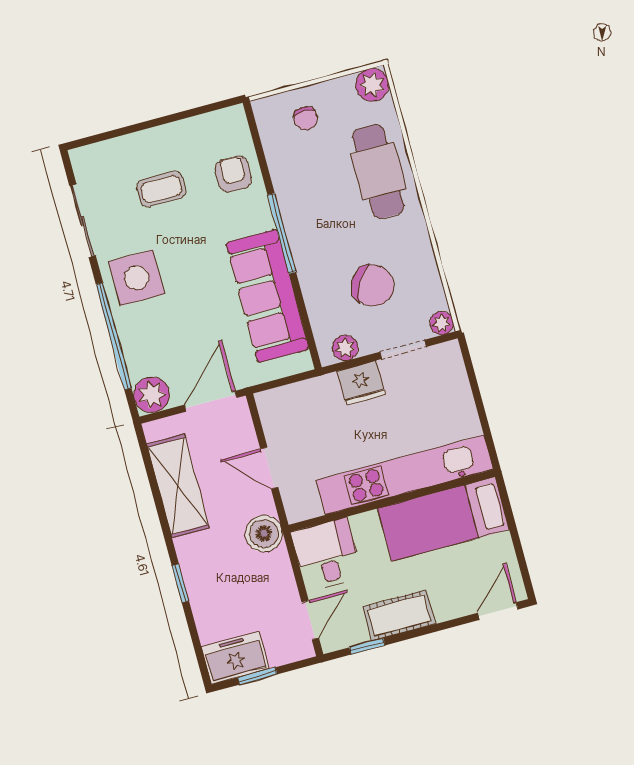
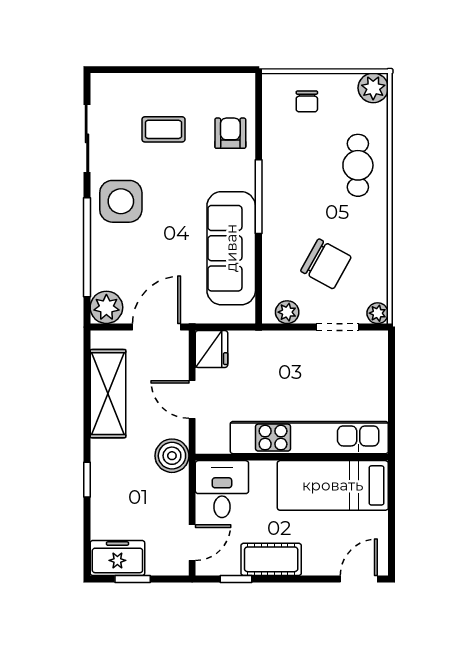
cafe table: (378, 172) -> (358, 165), width x0.73, depth x0.74
fridge: (361, 383) -> (211, 349), moved, turned -90

